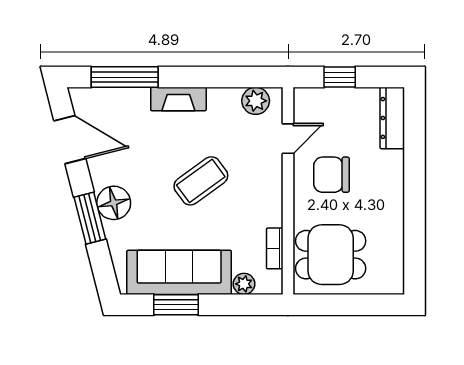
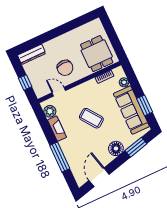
window: (125, 77) -> (60, 157), moved
fireplace: (178, 99) -> (57, 129), moved
window: (90, 218) -> (136, 147), moved

